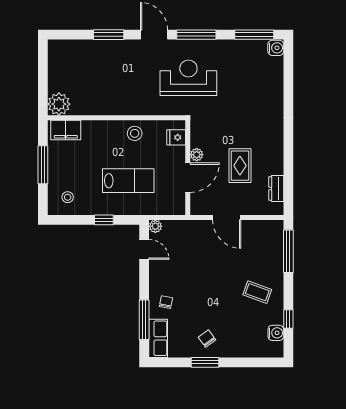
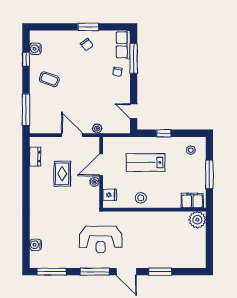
water cooler: (276, 48) -> (35, 245), moved
plant: (155, 226) -> (97, 128), moved

